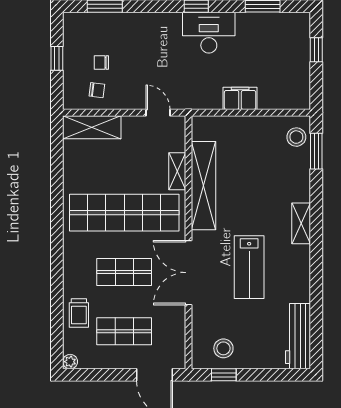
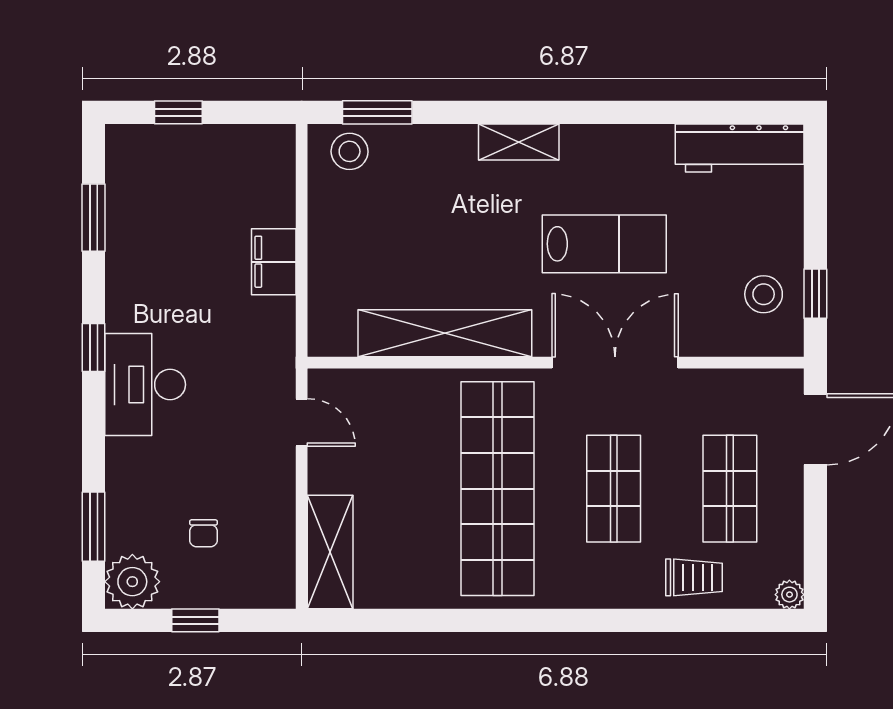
plant: (77, 26) -> (132, 582), added
desk: (209, 33) -> (145, 385), moved
chair: (97, 90) -> (258, 542), removed
door: (158, 113) -> (302, 422), swing flipped
shelving: (177, 171) -> (417, 385), removed
double door: (189, 273) -> (615, 363), swing flipped

